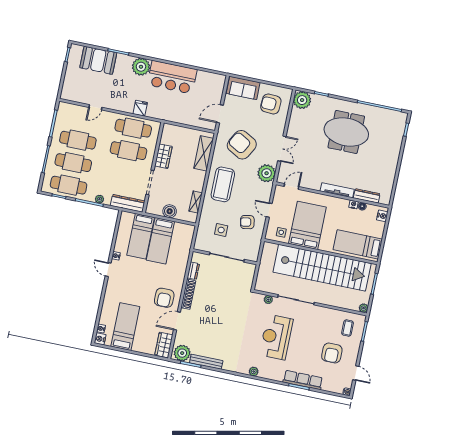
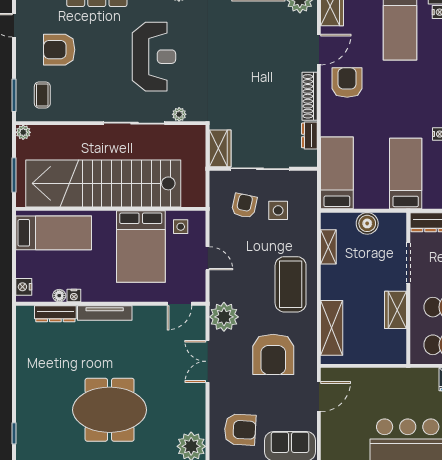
armchair: (242, 145) -> (273, 354), turned 61
armchair: (247, 222) -> (244, 206), moved, turned -68
bed: (160, 241) -> (337, 173), moved
wardrobe: (248, 274) -> (220, 148), added
armchair: (332, 353) -> (59, 50), turned -90

